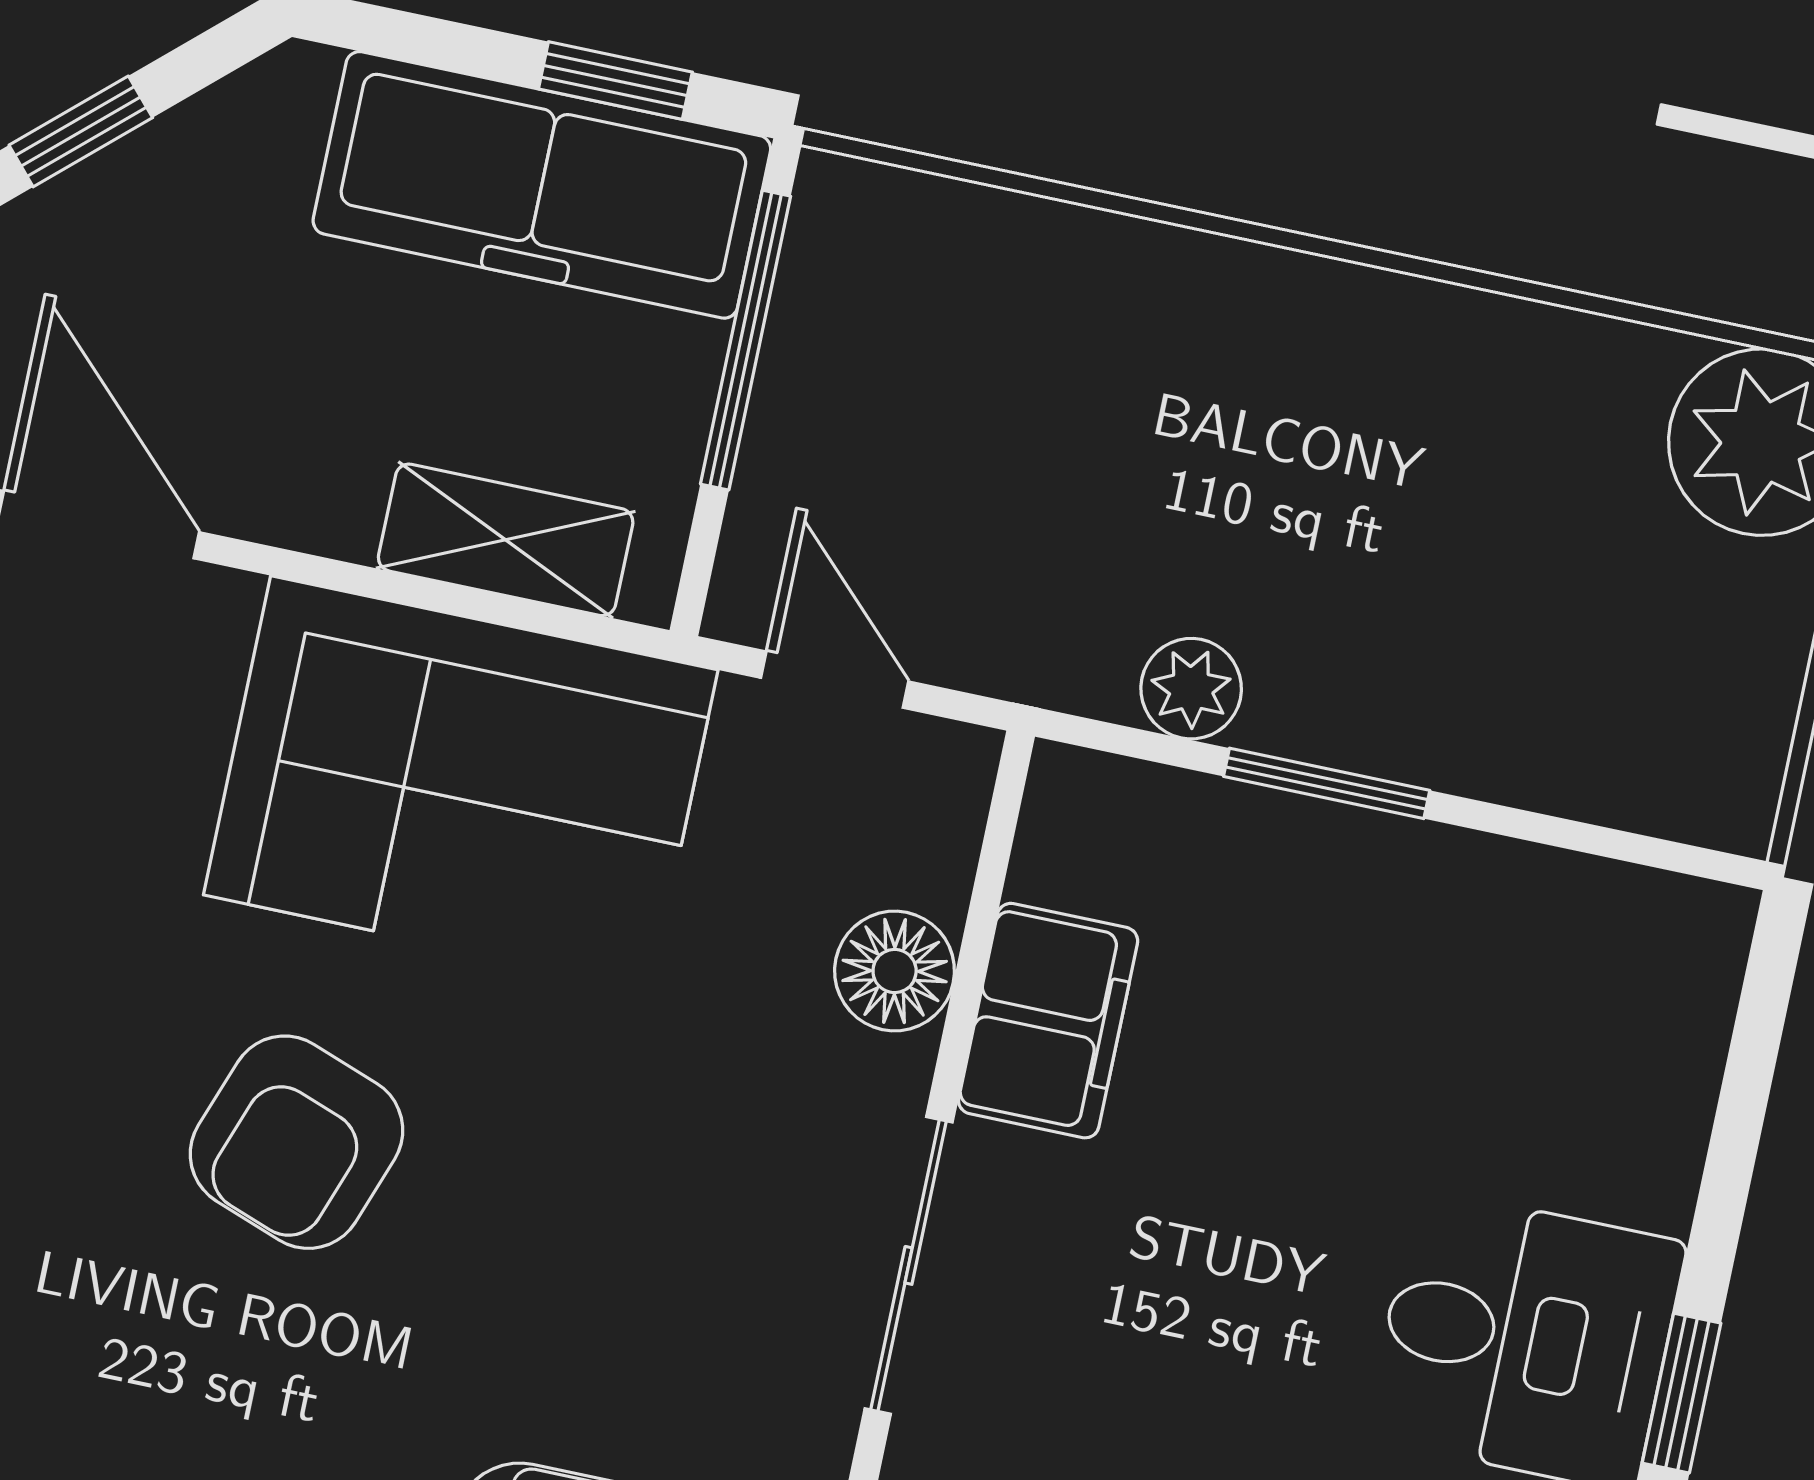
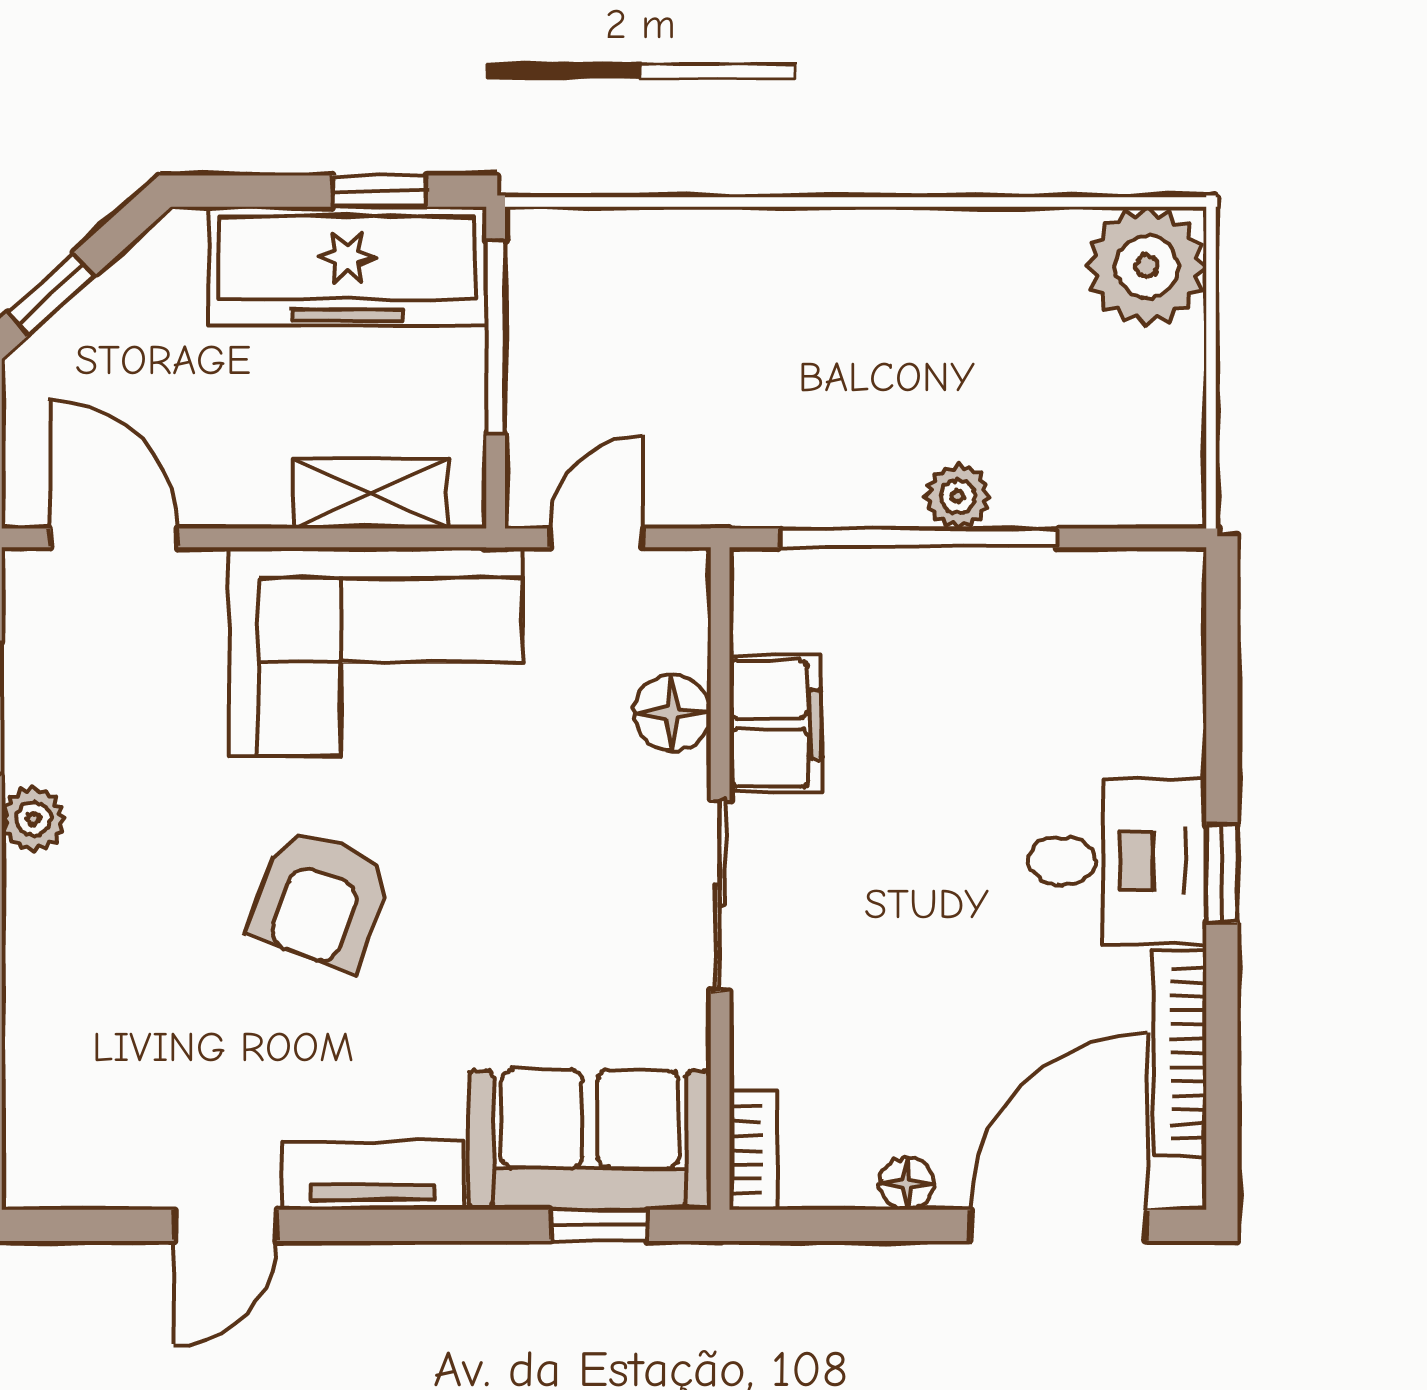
door: (835, 680) -> (596, 538), hinge flipped
plant: (1191, 689) -> (958, 496), moved
window: (1327, 783) -> (919, 538), width x2.11

